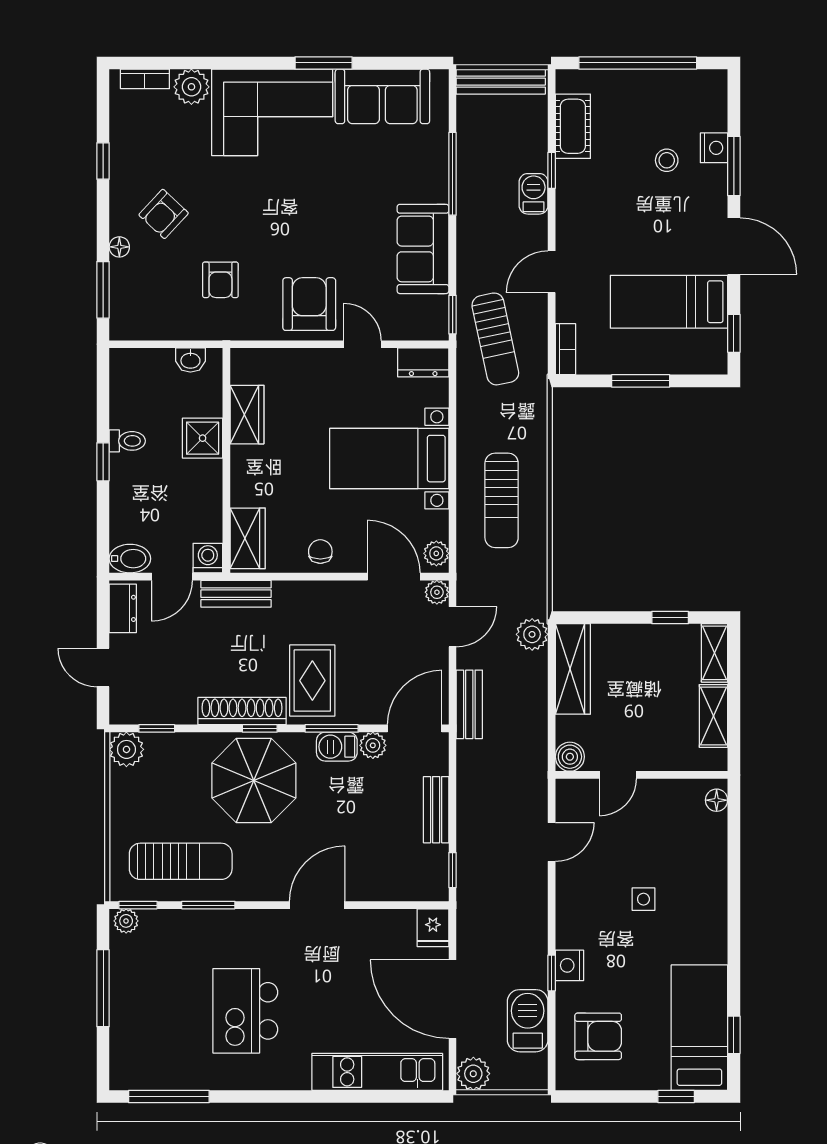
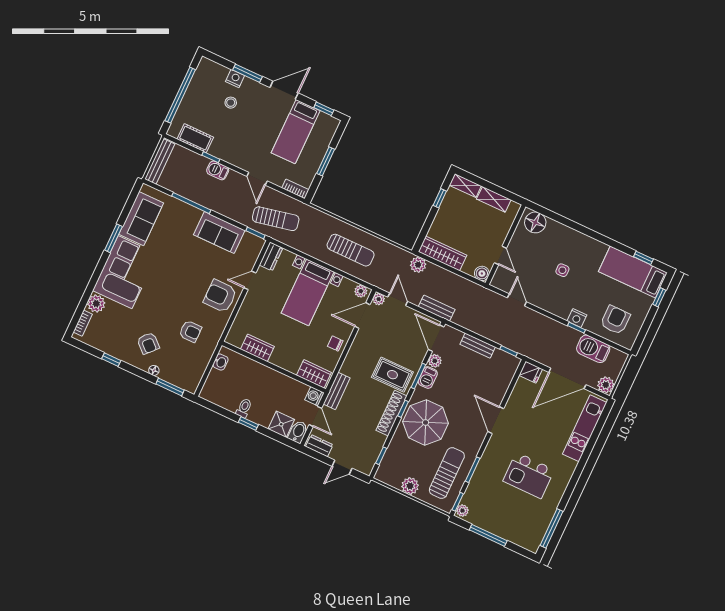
shower: (203, 438) -> (281, 424), moved
plant: (126, 749) -> (410, 486), moved
floor lamp: (717, 800) -> (535, 222), width x1.89, depth x1.89

